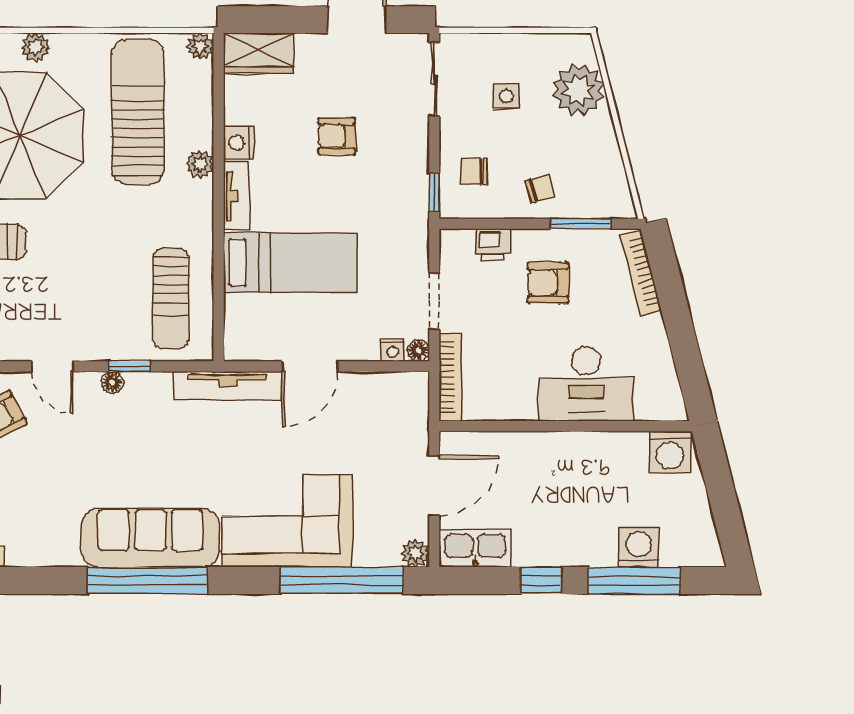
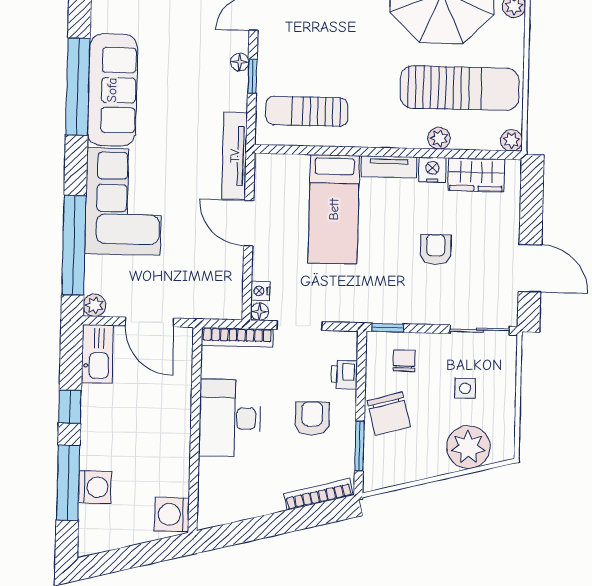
wardrobe: (258, 53) -> (476, 175), moved, turned -90
plant: (200, 164) -> (439, 138), moved
chair: (540, 189) -> (389, 414), width x1.87, depth x1.87
desk: (586, 384) -> (230, 418), moved

